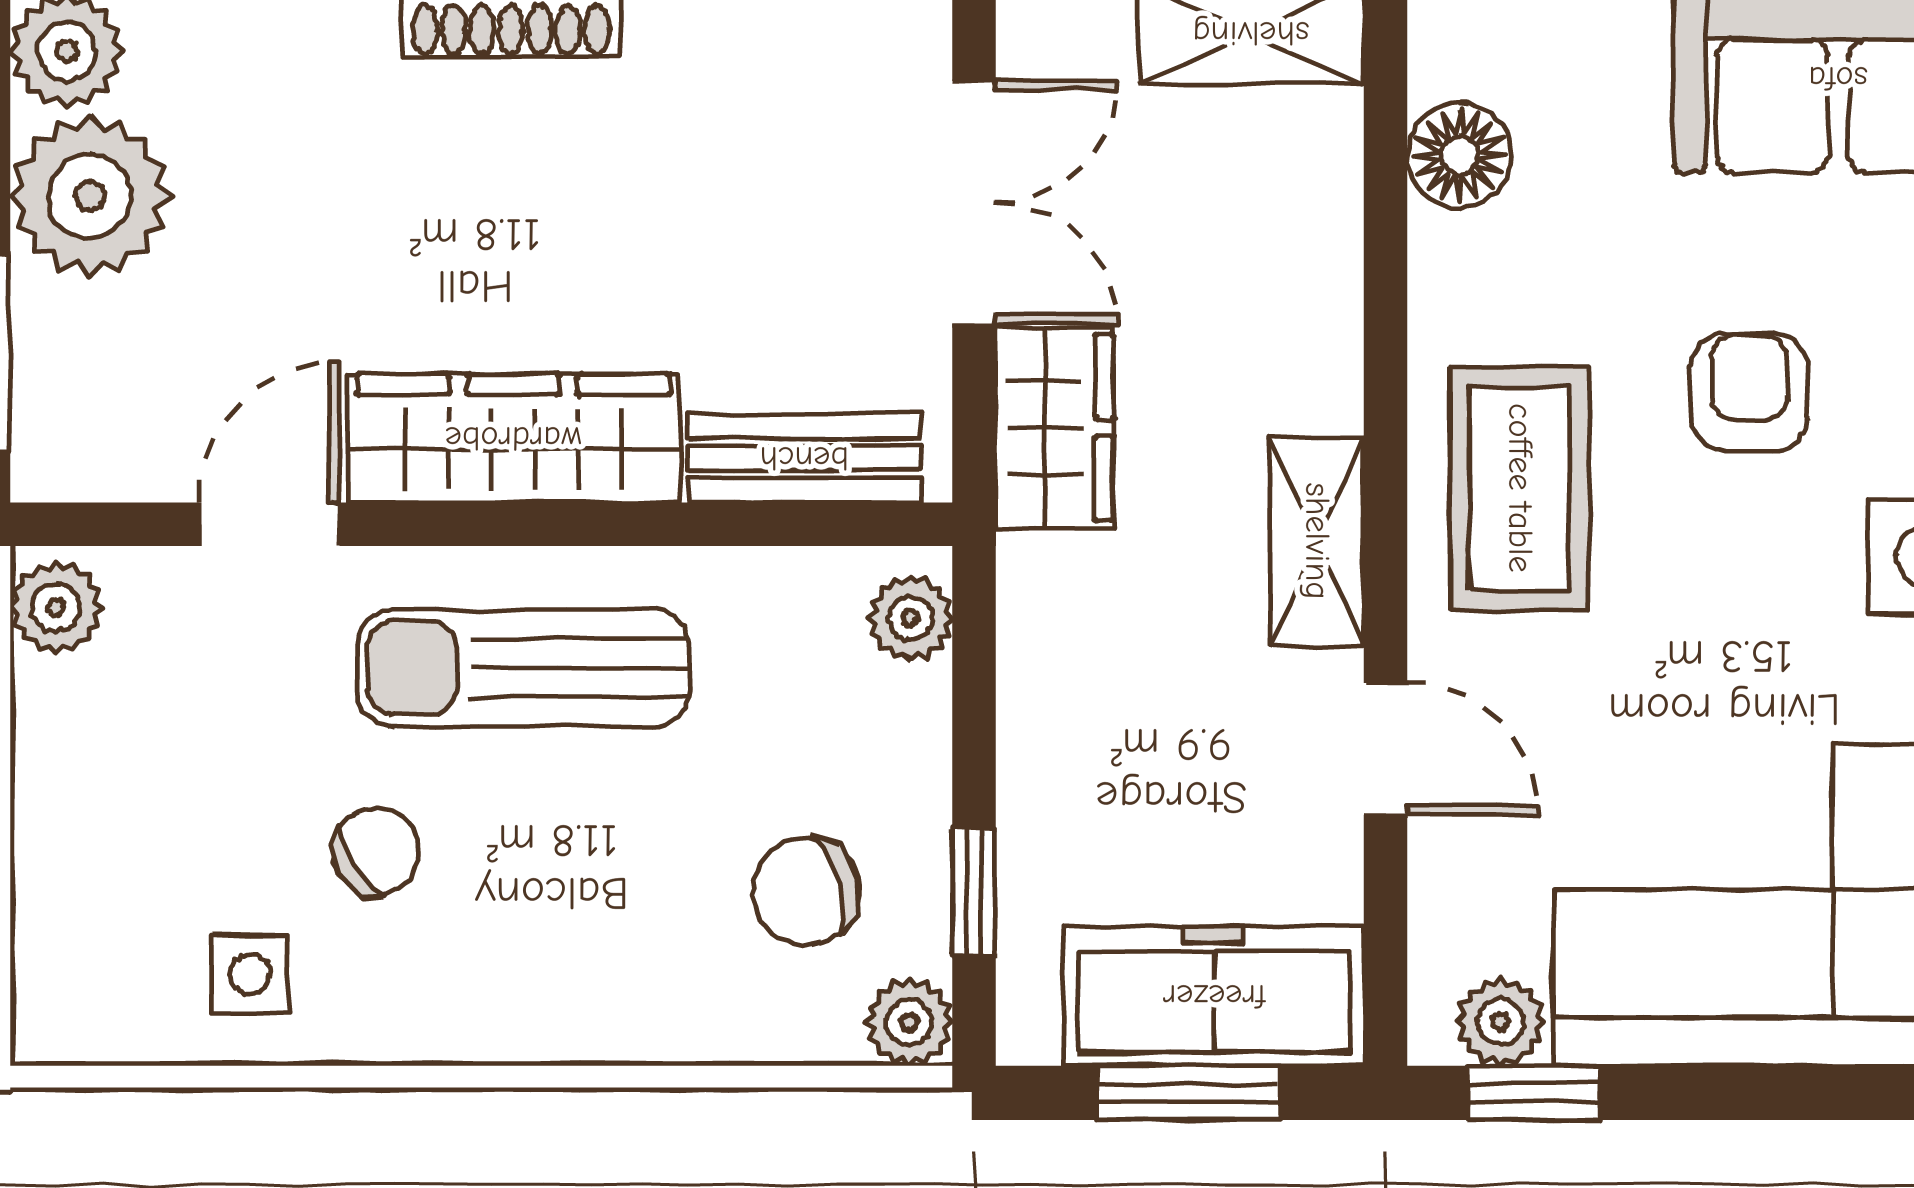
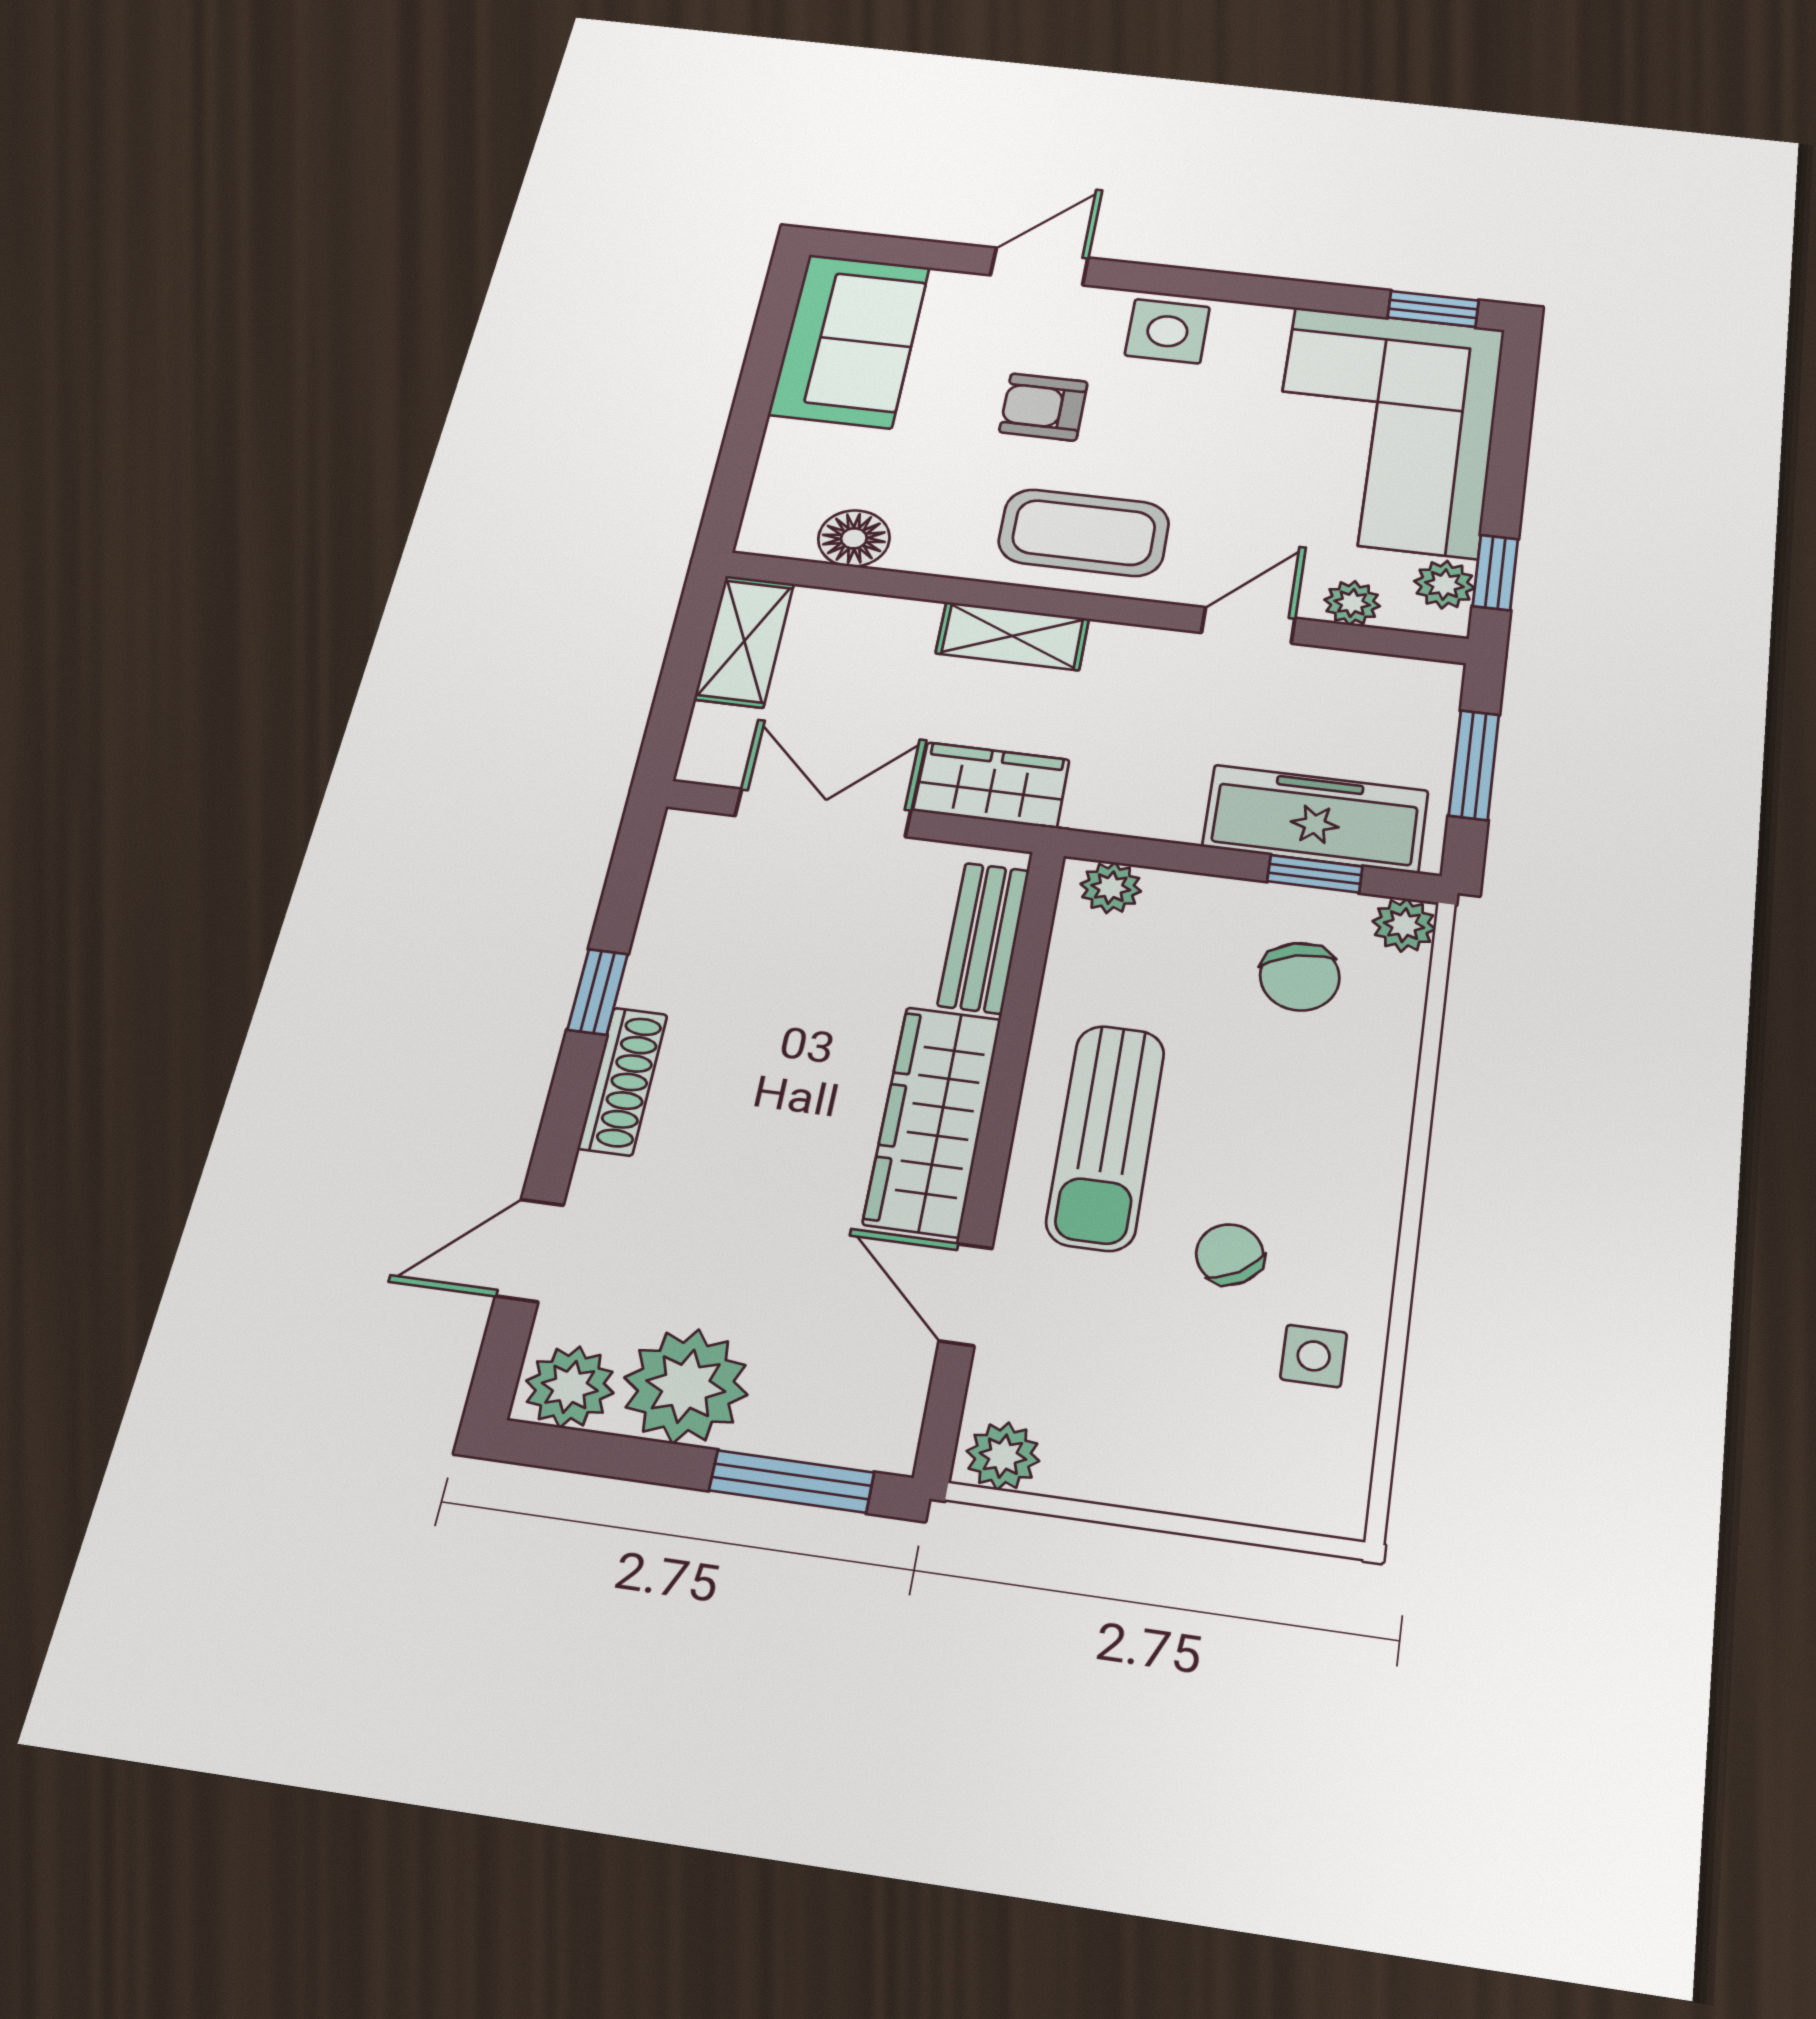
shelving: (1317, 541) -> (1012, 636), moved
plant: (1448, 893) -> (1352, 603), added
freezer: (1214, 996) -> (1315, 819), moved, turned 90

